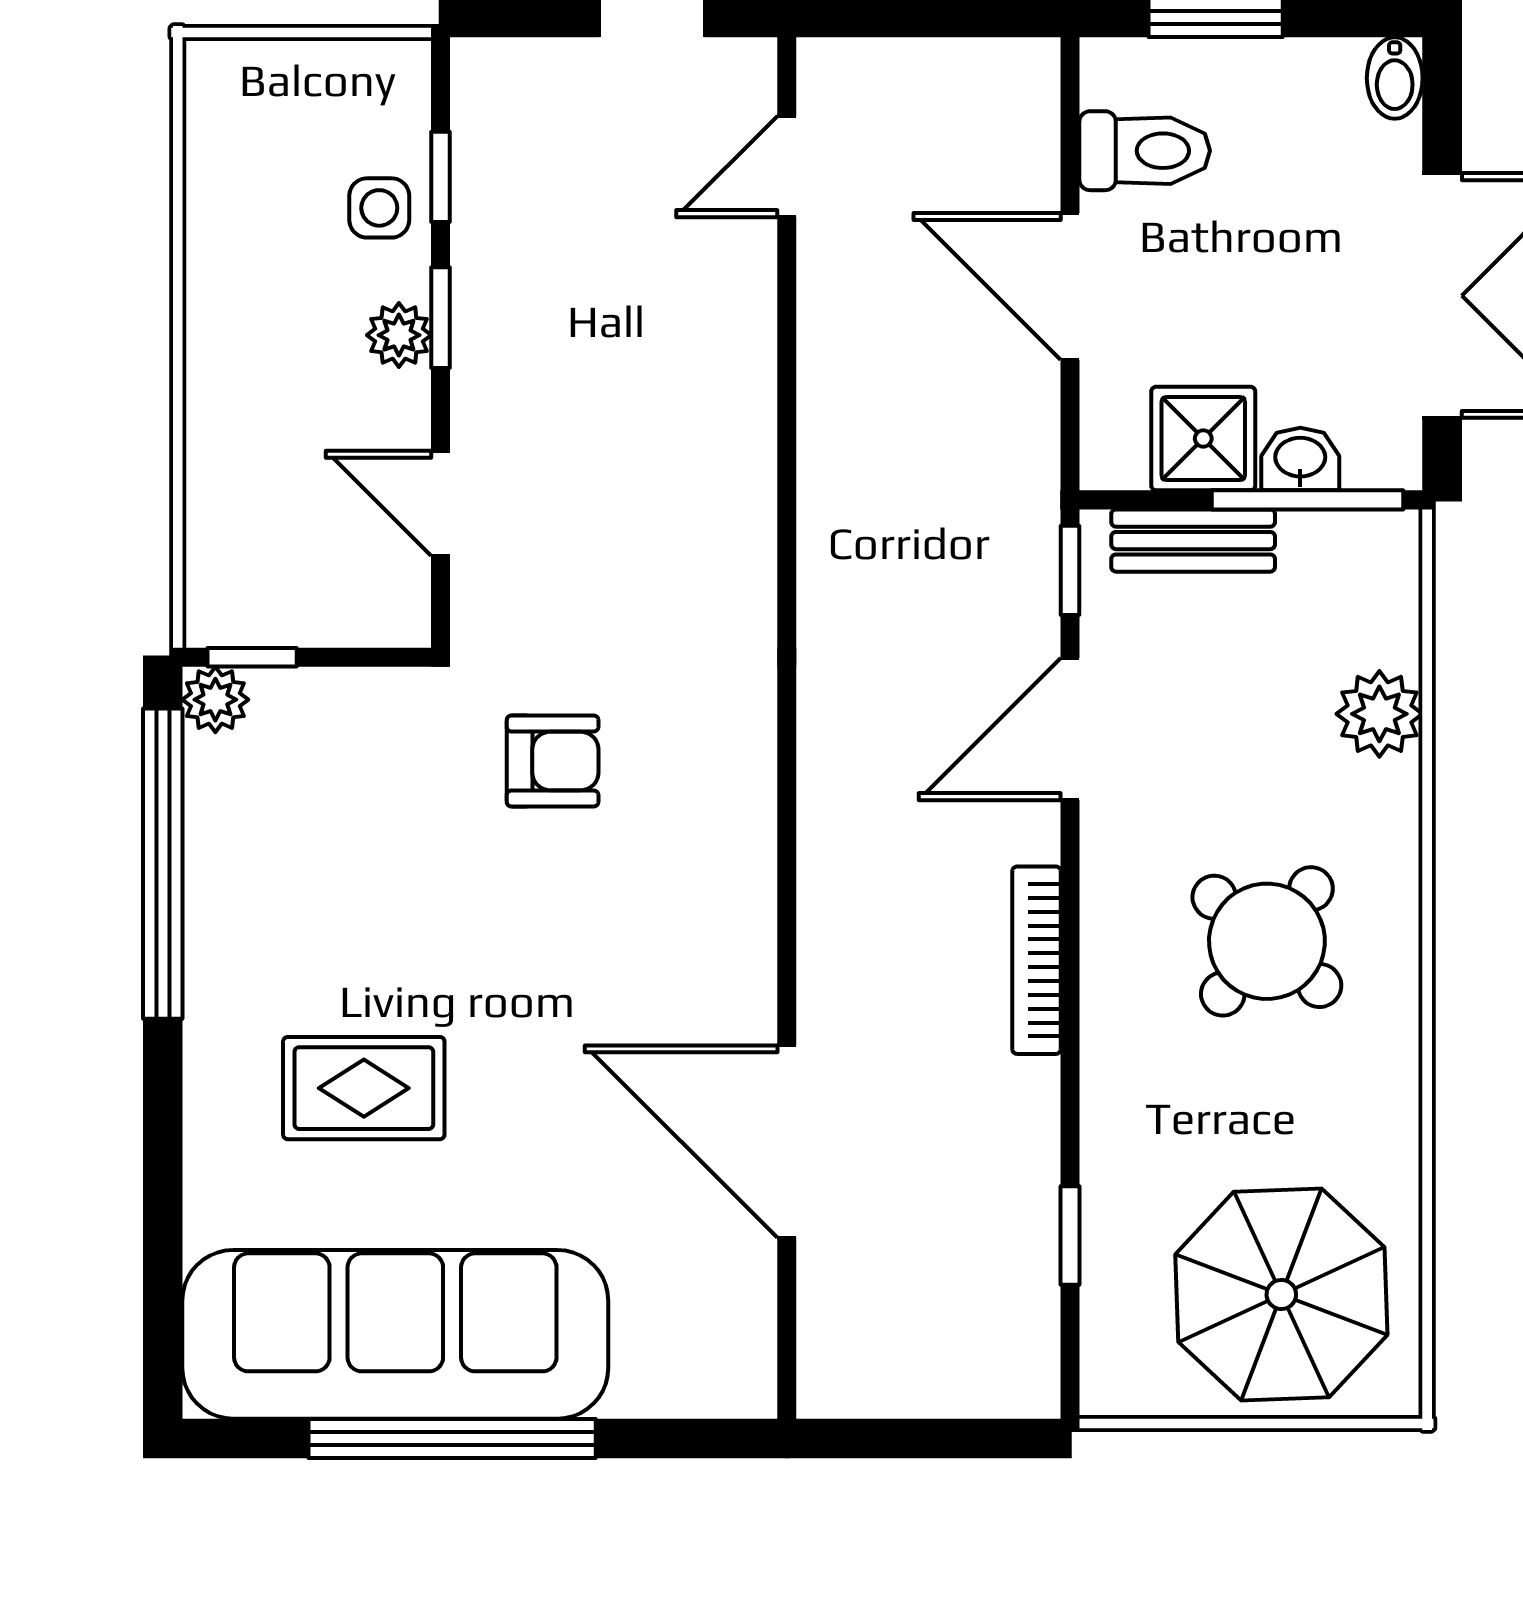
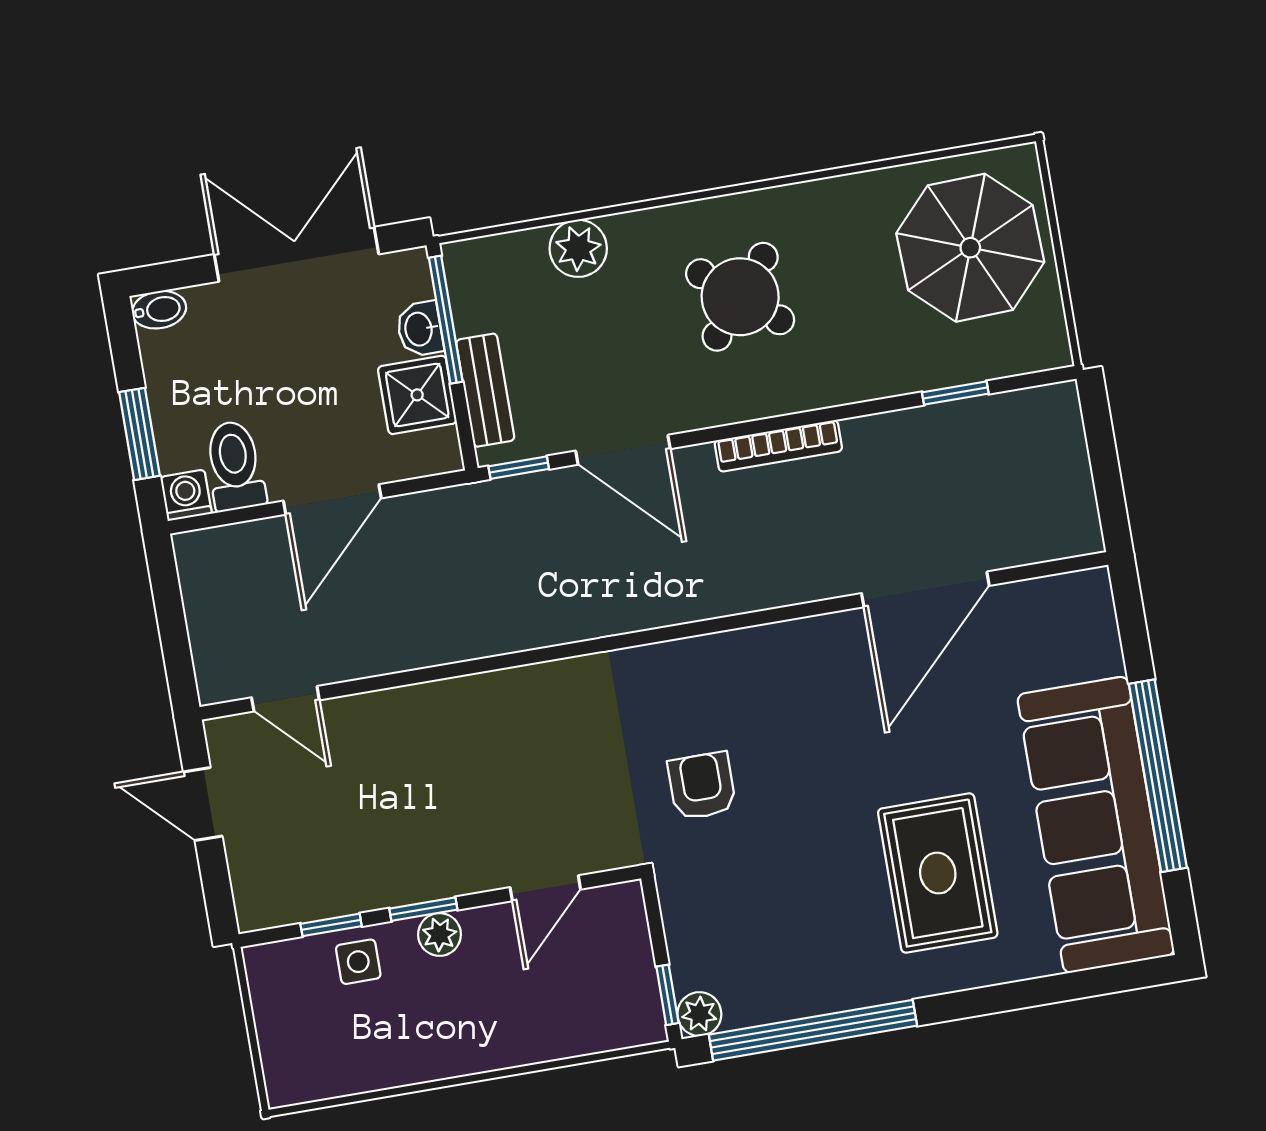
washing machine: (1113, 71) -> (186, 495), added
rug: (364, 1088) -> (938, 873), width x1.36, depth x1.43

